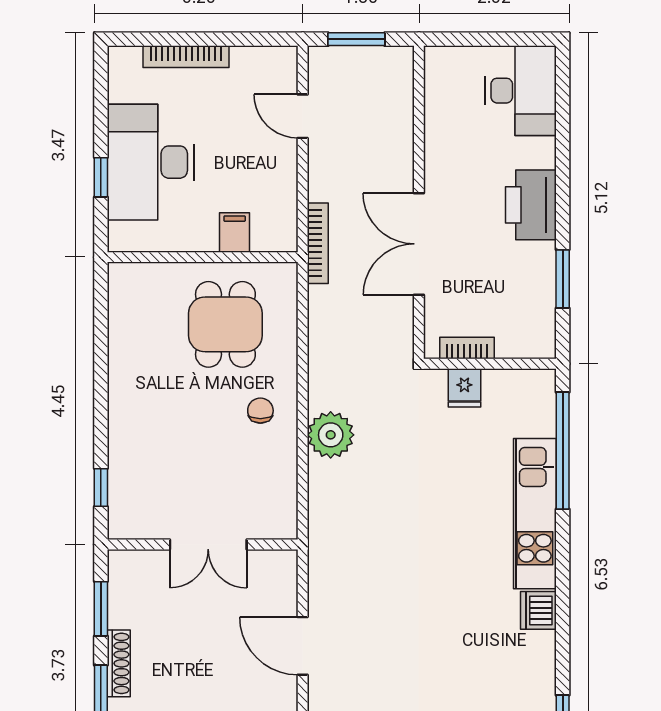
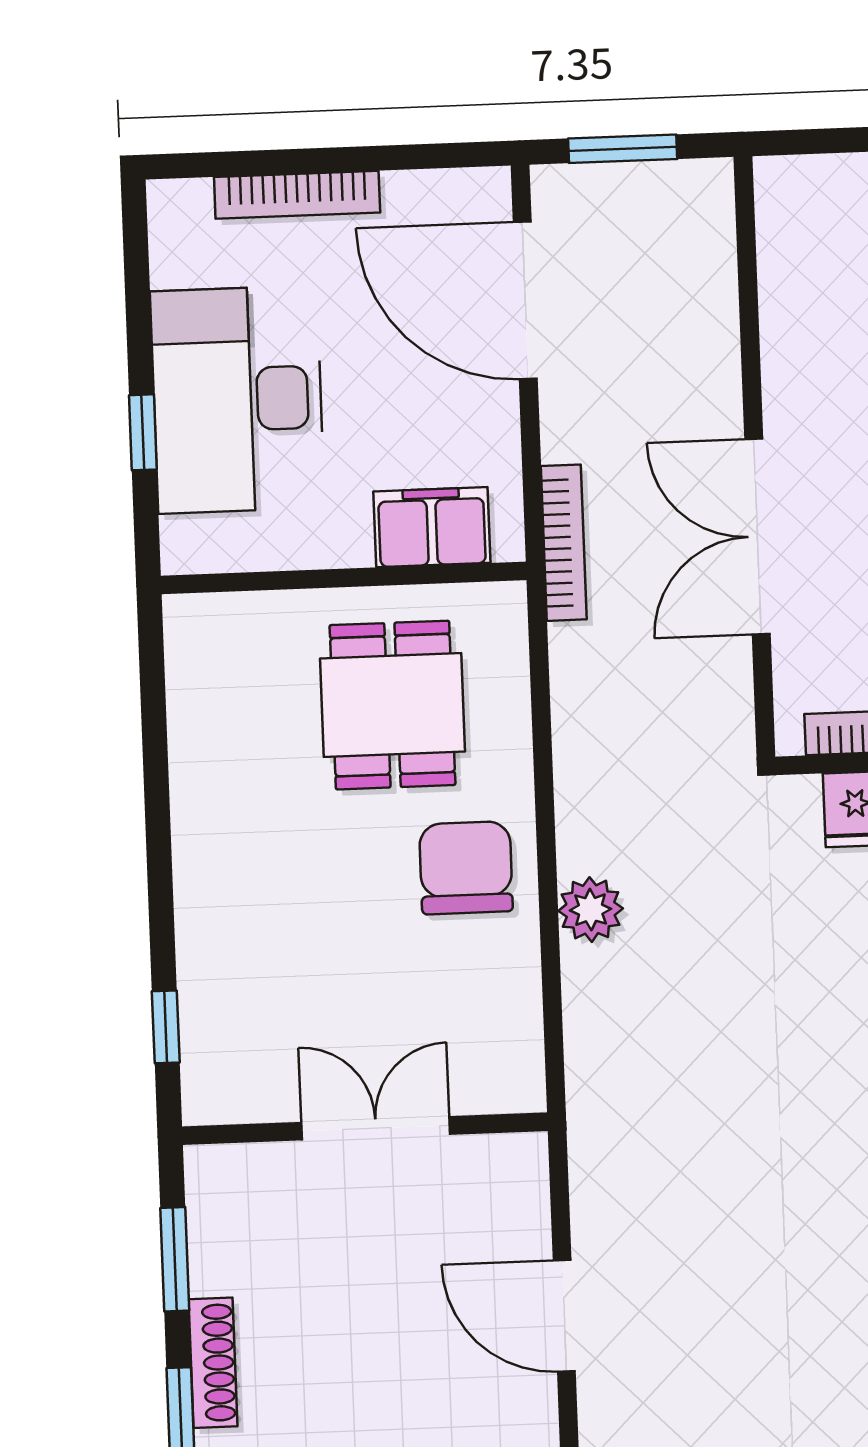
door: (303, 116) -> (525, 300), width x1.88
filing cabinet: (235, 232) -> (432, 527), width x2.00
chair: (260, 411) -> (466, 868), width x1.87, depth x1.87
plant: (331, 435) -> (591, 910), width x0.73, depth x0.73
double door: (208, 545) -> (376, 1128), swing flipped

